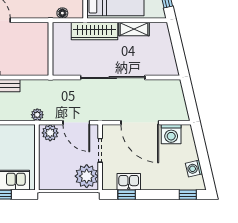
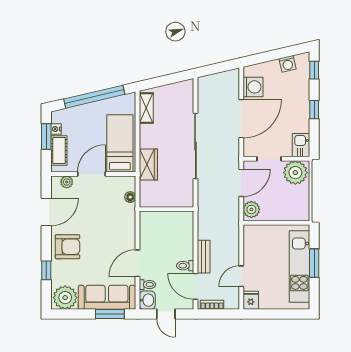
shelving: (134, 29) -> (146, 108), moved
wardrobe: (95, 31) -> (148, 165), width x0.67
plant: (37, 115) -> (233, 223), removed
kitchen sink: (129, 182) -> (301, 145), moved
window: (127, 195) -> (314, 110), moved

